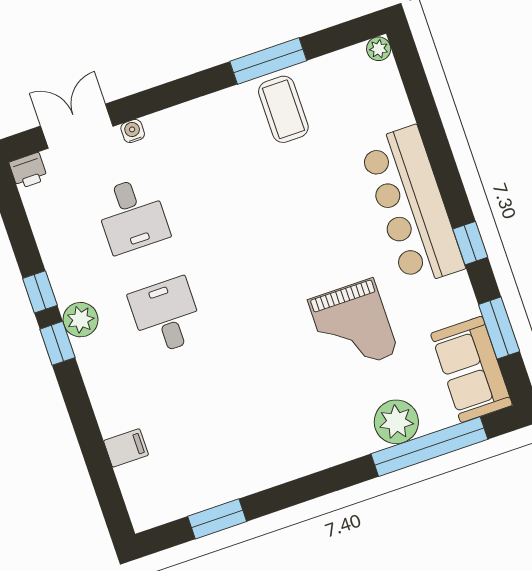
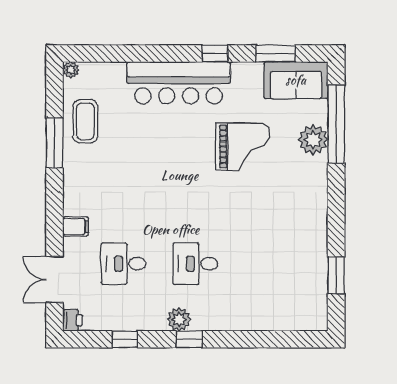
coffee table: (283, 109) -> (85, 121), moved, turned 90
water cooler: (133, 131) -> (70, 245), removed
desk: (132, 215) -> (123, 264), turned 180
window: (40, 292) -> (125, 339), moved
filing cabinet: (126, 448) -> (76, 227), moved, turned 90

